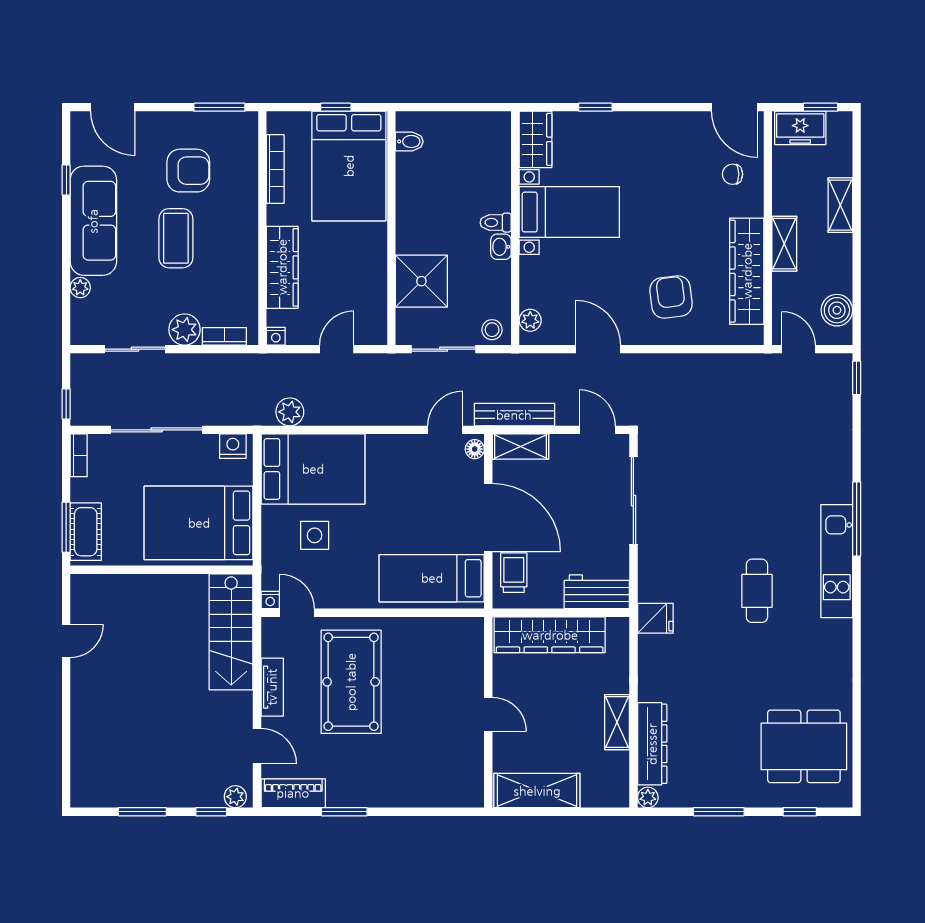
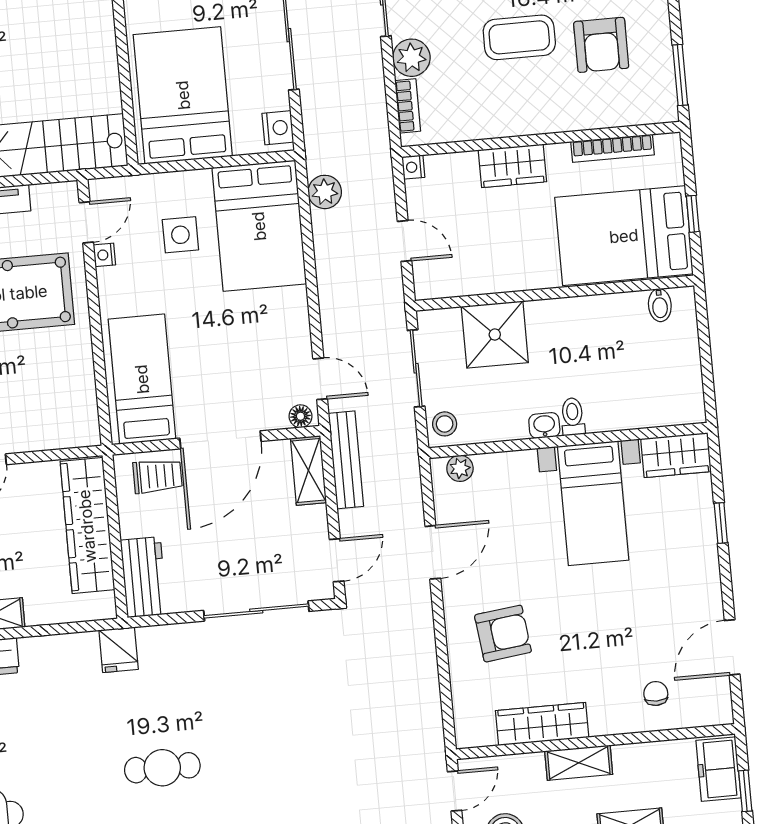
door: (735, 107) -> (732, 647), moved
wardrobe: (282, 267) -> (512, 166), width x0.67
wardrobe: (747, 271) -> (542, 724), width x0.71, depth x0.85
nightstand: (270, 600) -> (104, 255), moved

